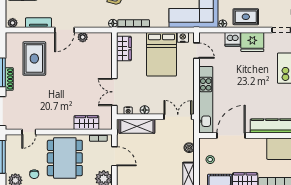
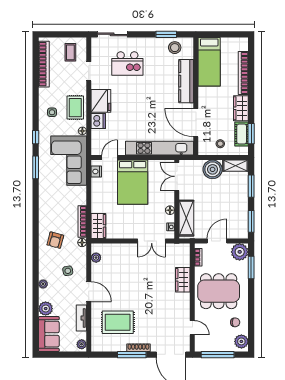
side table: (85, 9) -> (68, 271), added
plant: (83, 37) -> (96, 258), moved
wardrobe: (124, 49) -> (98, 226), moved, turned 90
bed: (162, 54) -> (133, 182), moved, turned 90
wardrobe: (86, 123) -> (183, 280), moved
boiler: (189, 148) -> (213, 169), width x1.86, depth x1.86

